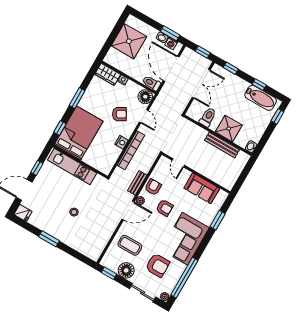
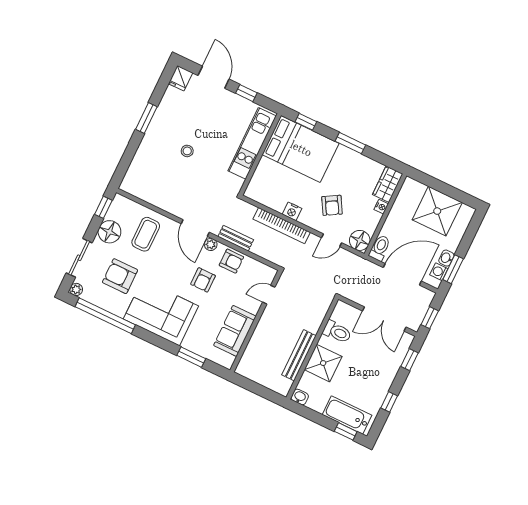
bathtub: (261, 98) -> (347, 415), moved, turned 90
armchair: (158, 265) -> (120, 276), turned 90

